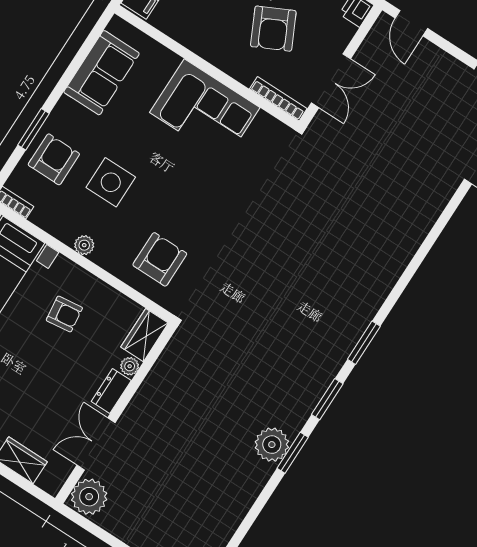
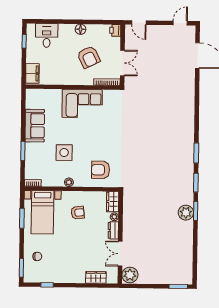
sofa: (102, 73) -> (35, 126), moved
armchair: (54, 159) -> (37, 157), removed
armchair: (160, 259) -> (100, 170), turned -90

